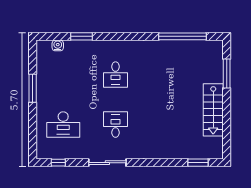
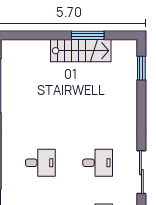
window: (227, 74) -> (88, 35), moved
desk: (115, 125) -> (98, 163), turned 180

